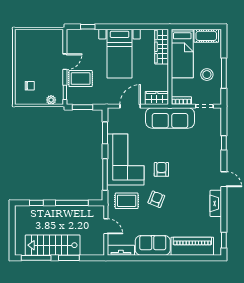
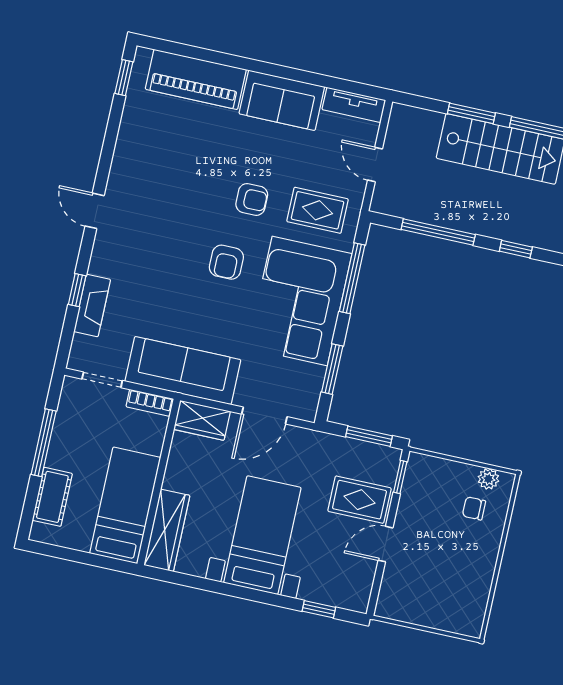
cot: (206, 36) -> (52, 497), moved, turned 90
stool: (207, 75) -> (81, 448), removed
plant: (51, 100) -> (488, 479), moved
armchair: (156, 199) -> (252, 199), turned -112
fireplace: (216, 203) -> (92, 305), moved

